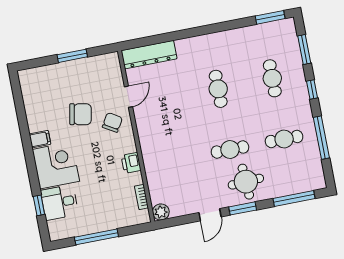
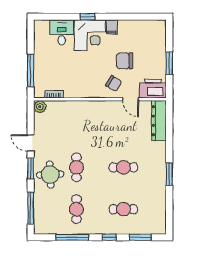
window: (270, 17) -> (169, 174), moved
chair: (81, 114) -> (124, 61), turned 79
printer: (131, 163) -> (153, 89), moved, width x1.87, depth x1.48
window: (39, 205) -> (87, 17), moved
window: (96, 237) -> (31, 70), moved

